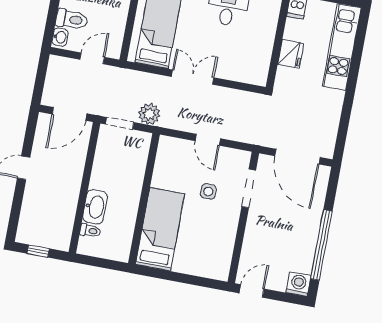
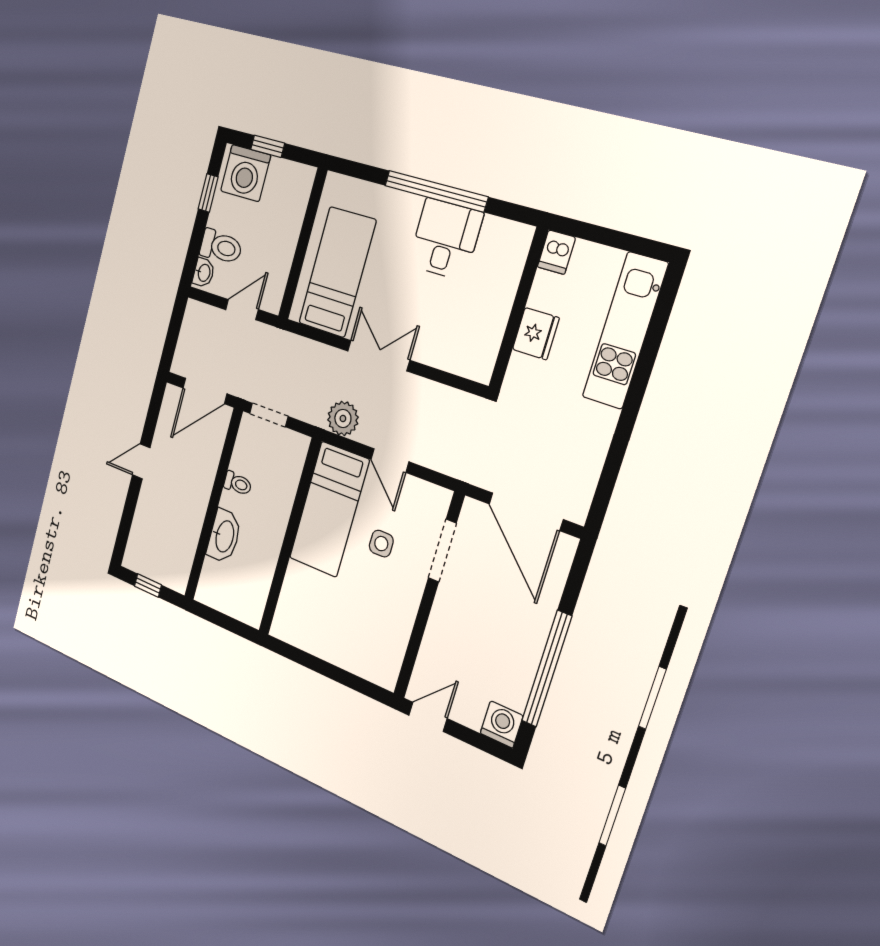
plant: (149, 114) -> (343, 418), moved
bed: (160, 229) -> (329, 509), moved, turned 180
toilet: (90, 231) -> (238, 484), moved

